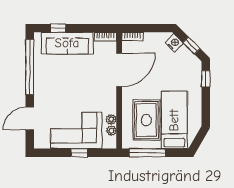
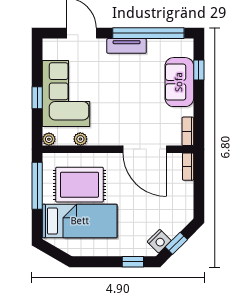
sofa: (67, 43) -> (179, 82), width x0.73
nightstand: (174, 43) -> (159, 241), moved
tv unit: (40, 84) -> (127, 46), added
plant: (111, 131) -> (49, 139), moved

